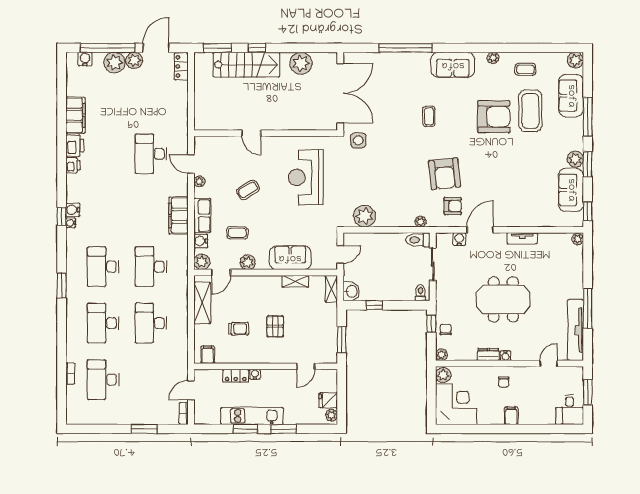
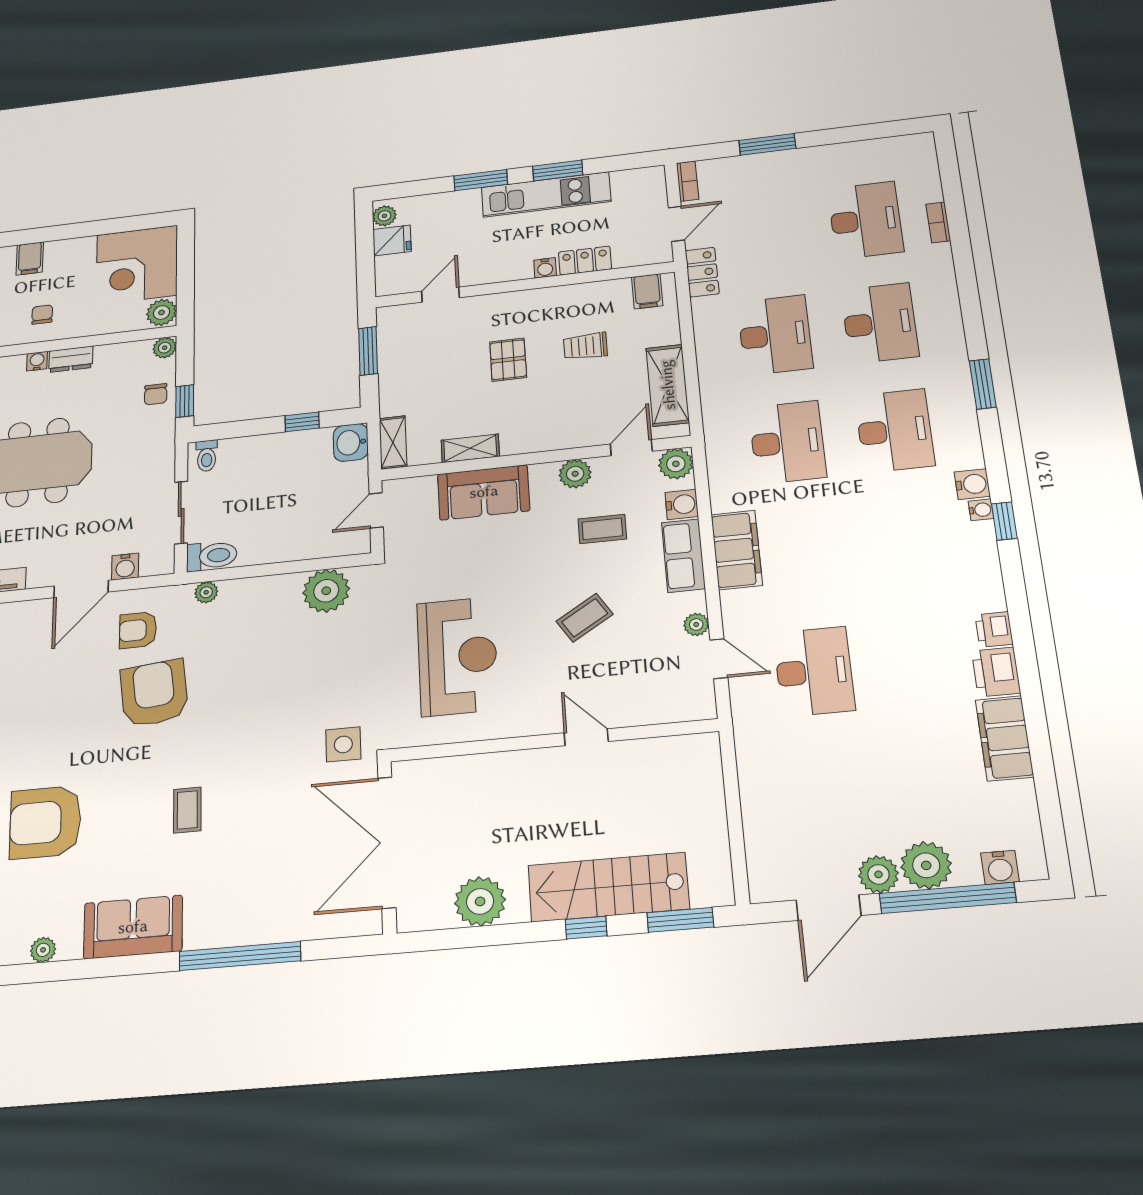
locker: (181, 66) -> (702, 272), moved
water cooler: (73, 210) -> (972, 484), moved

